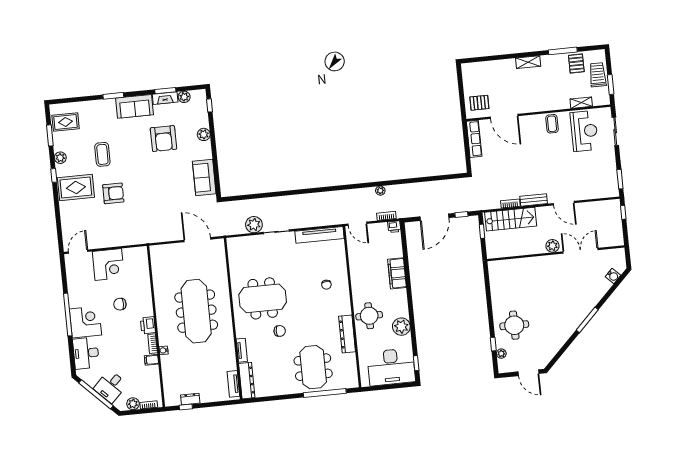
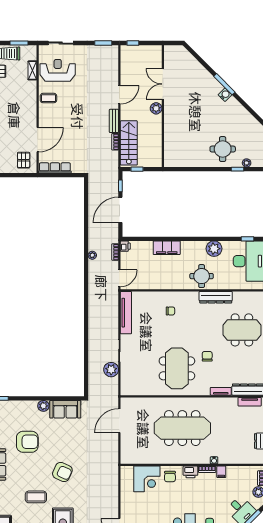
plant: (204, 134) -> (43, 406), moved
armchair: (113, 193) -> (62, 472), moved, turned 114
door: (434, 217) -> (120, 210), swing flipped
corner desk: (108, 264) -> (147, 479), moved, turned 90
water cooler: (613, 276) -> (225, 95), moved
chair: (120, 304) -> (170, 477), moved

